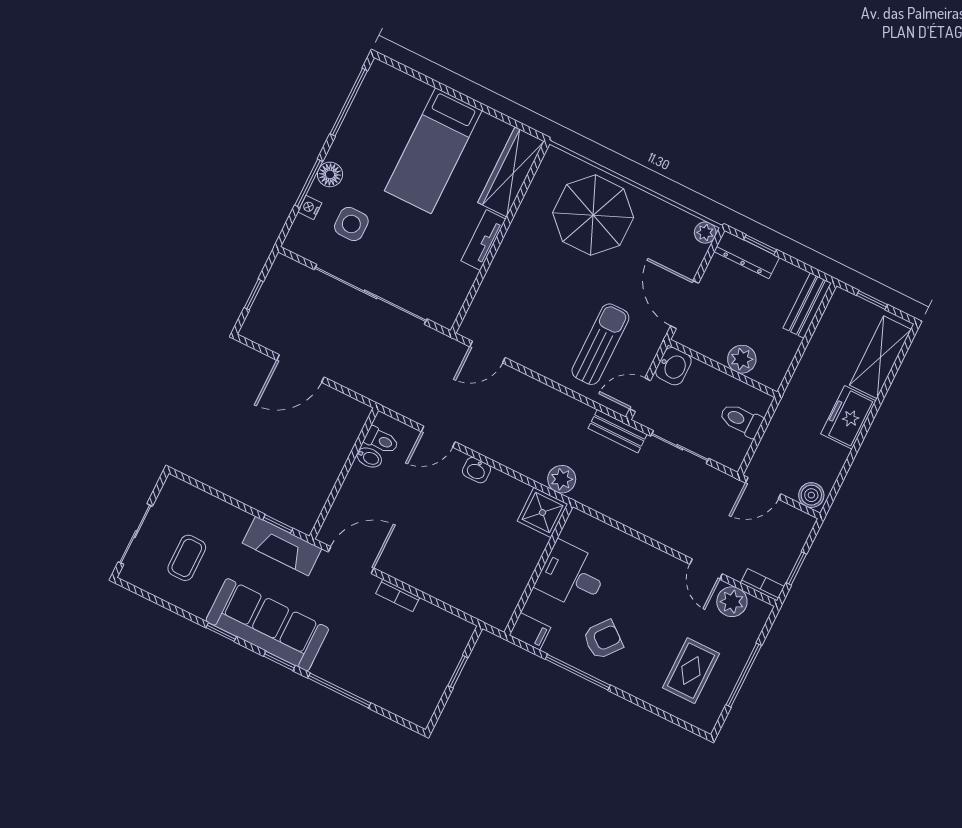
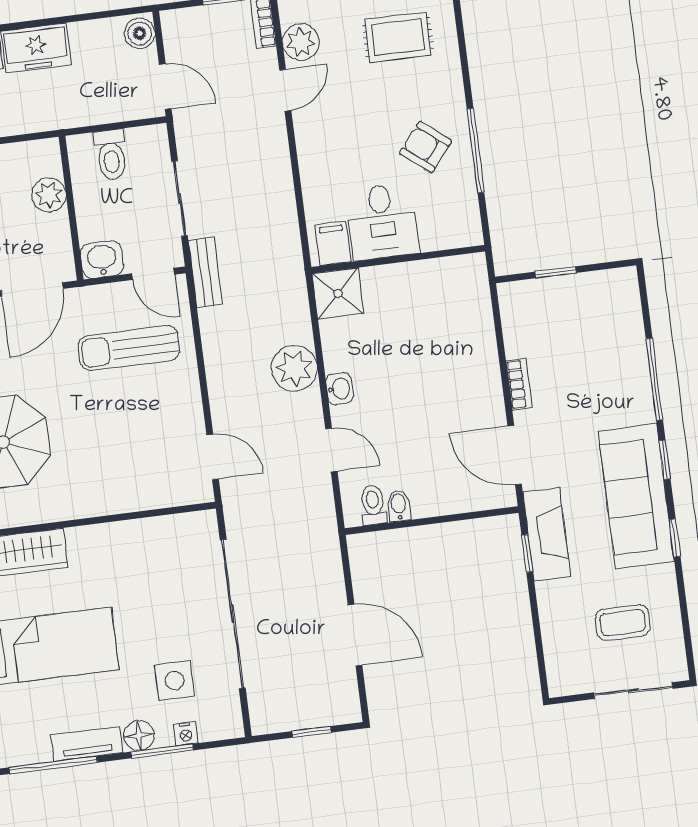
tv unit: (483, 240) -> (87, 744), moved, turned 180
plant: (562, 479) -> (294, 368), moved, width x1.36, depth x1.36
filing cabinet: (530, 631) -> (333, 243), moved

